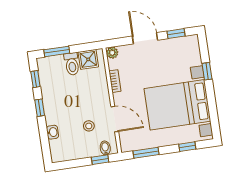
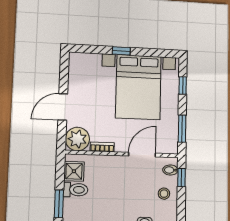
window: (176, 34) -> (64, 74), removed
plant: (112, 53) -> (77, 139), width x1.87, depth x1.87
window: (207, 71) -> (121, 51), moved
stool: (89, 126) -> (164, 194), moved

